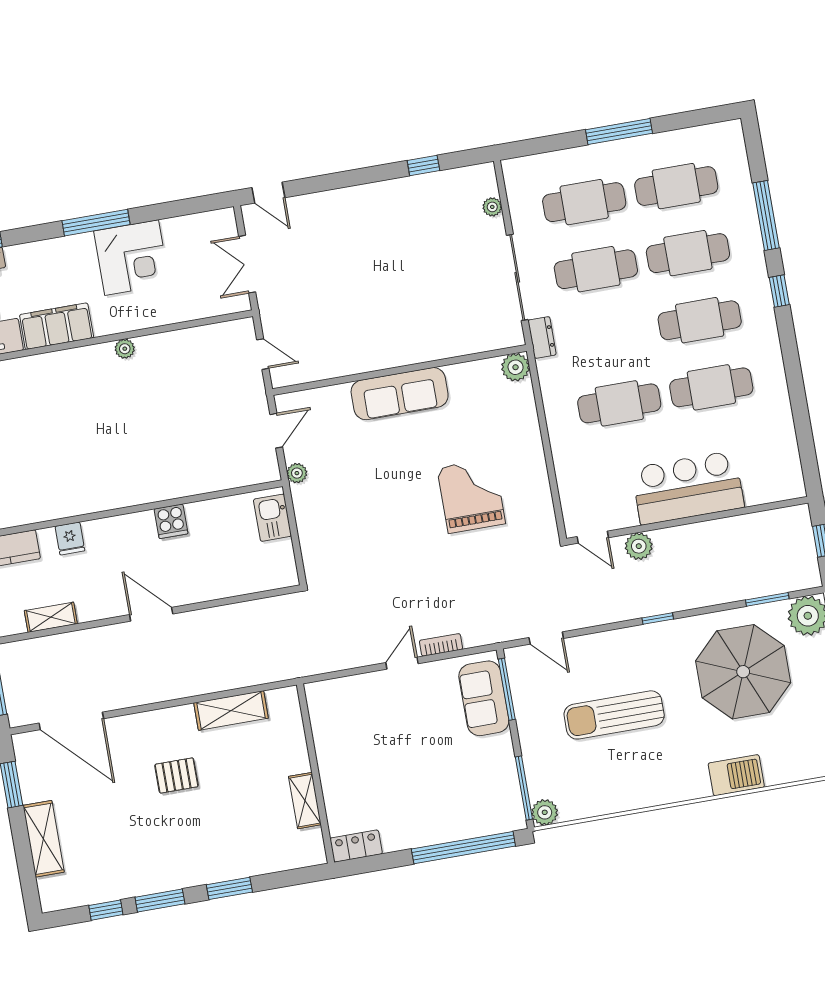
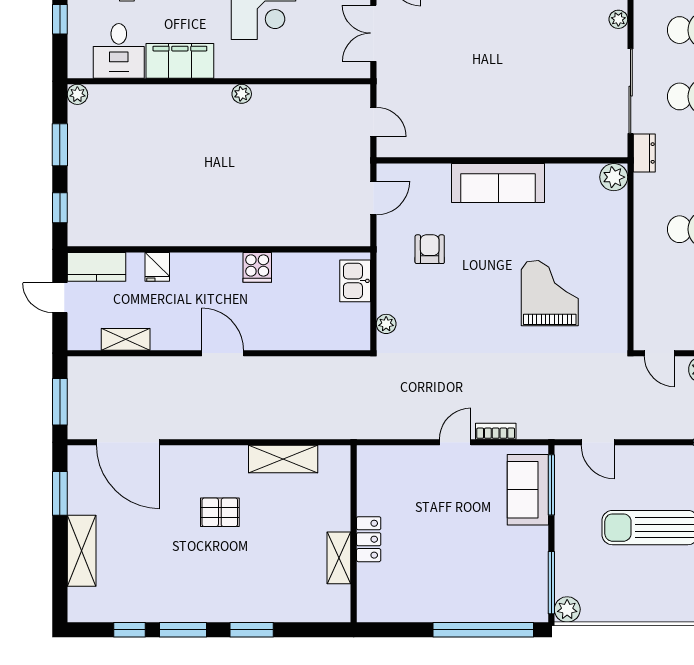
plant: (297, 473) -> (386, 324), moved
armchair: (342, 473) -> (430, 249), added
locker: (356, 846) -> (369, 539), moved, turned 90

